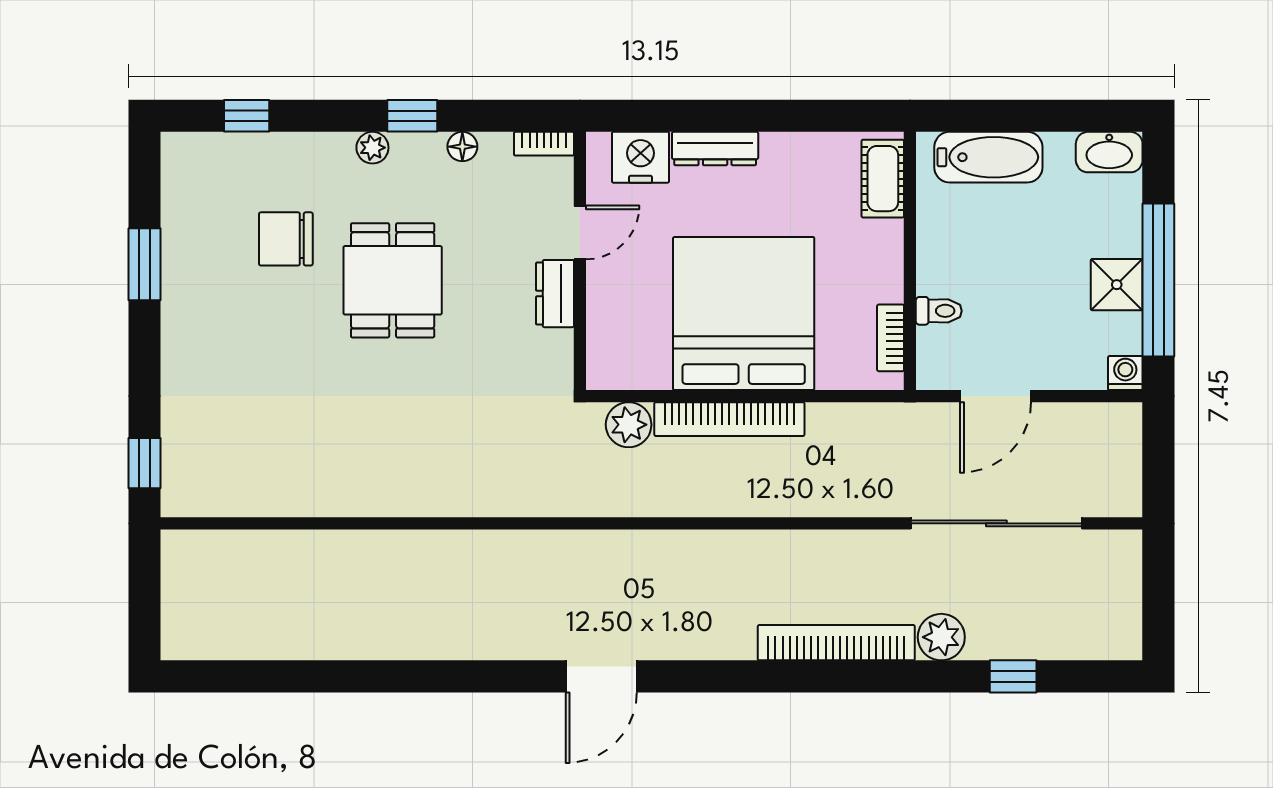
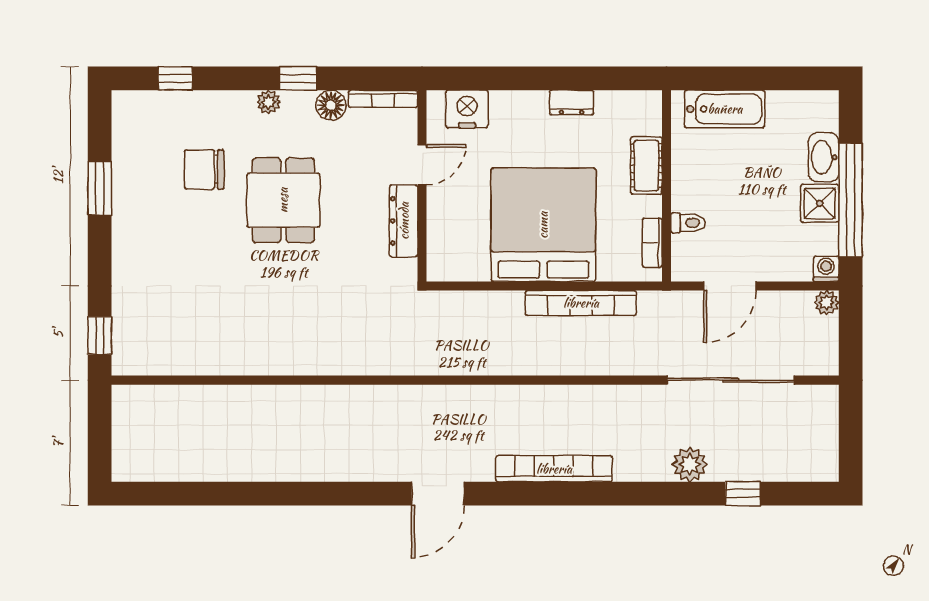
bookcase: (544, 144) -> (383, 99), width x1.56
floor lamp: (462, 147) -> (331, 105), width x1.37, depth x1.37
dresser: (715, 149) -> (571, 103), moved, width x0.70
washbasin: (1109, 152) -> (824, 157), moved, turned 90
cot: (883, 179) -> (646, 166), moved
dresser: (555, 294) -> (404, 221), width x1.44
bookcase: (729, 419) -> (581, 303), moved
plant: (629, 425) -> (827, 303), moved, width x0.73, depth x0.73
bookcase: (836, 643) -> (554, 469), moved

